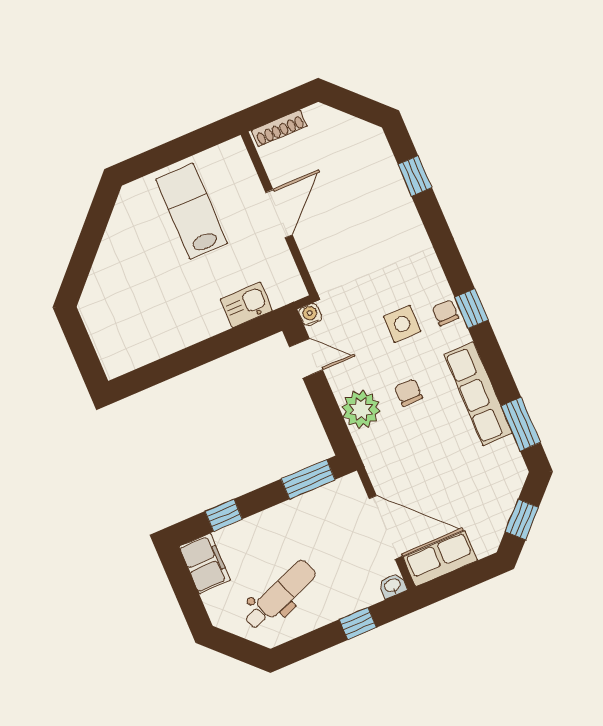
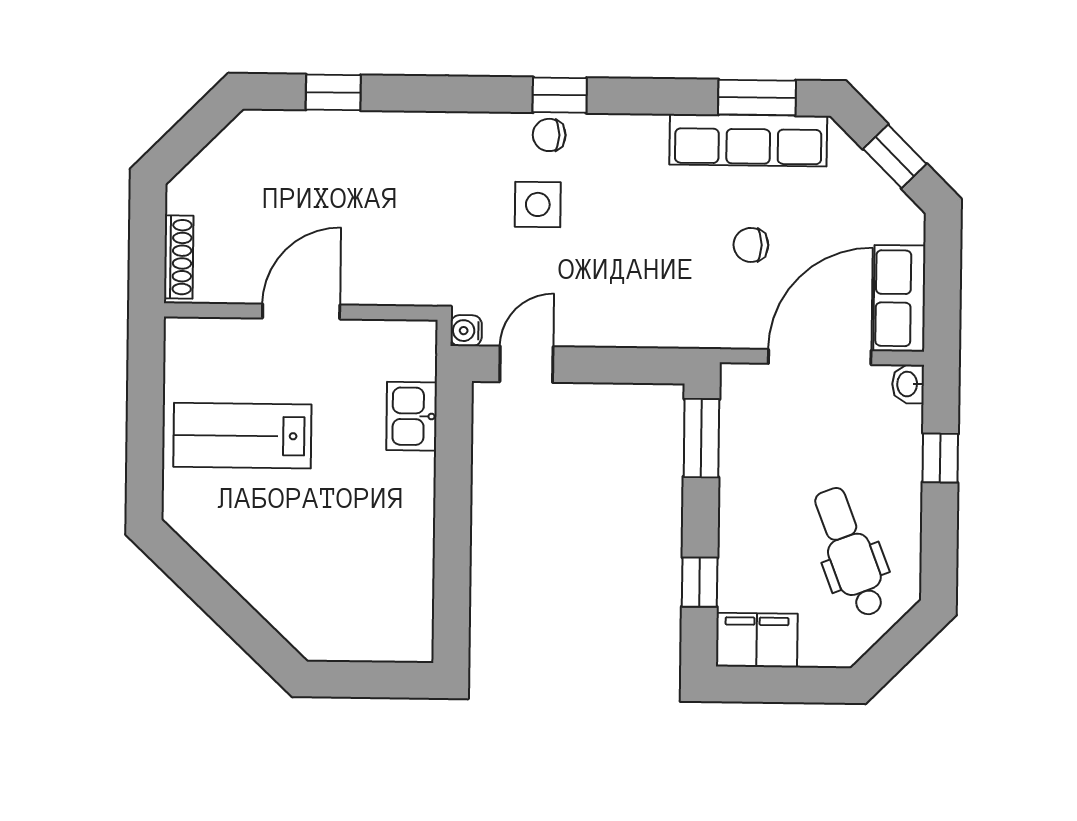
door: (279, 214) -> (301, 312), hinge flipped
chair: (408, 392) -> (751, 245), moved
row of seats: (478, 394) -> (748, 140), moved
plant: (361, 409) -> (634, 318), removed

